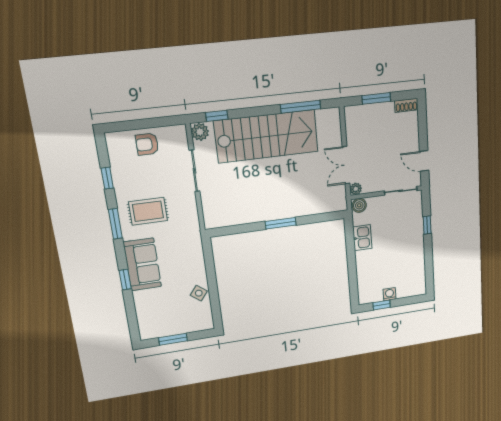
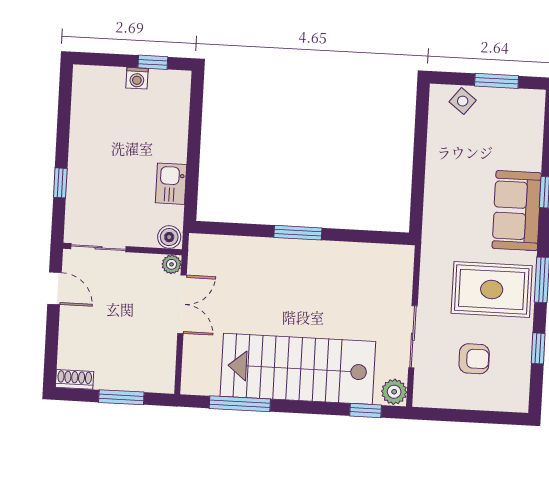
armchair: (147, 144) -> (474, 359), moved
rug: (148, 211) -> (492, 289), width x1.36, depth x1.43
side table: (199, 293) -> (463, 101), moved

